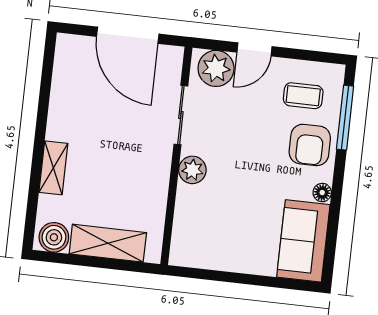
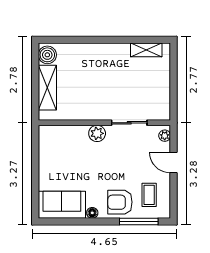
door: (128, 35) -> (174, 86), removed
plant: (216, 68) -> (165, 136), width x0.53, depth x0.53
shelving: (53, 168) -> (146, 50), moved

